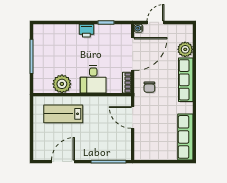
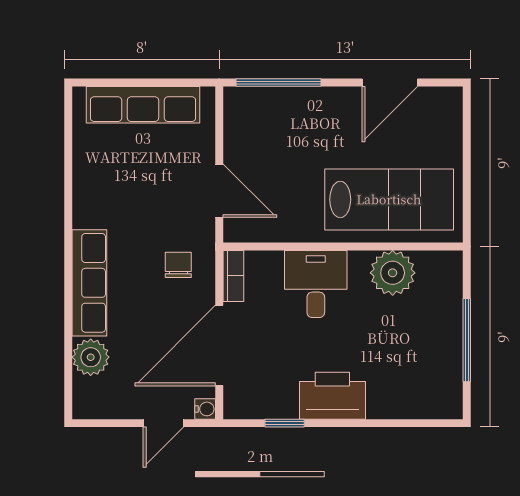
printer: (86, 31) -> (332, 396), width x1.87, depth x1.48
lab bench: (63, 114) -> (389, 199), width x1.36, depth x1.39
row of seats: (185, 137) -> (143, 105), moved, turned 90

